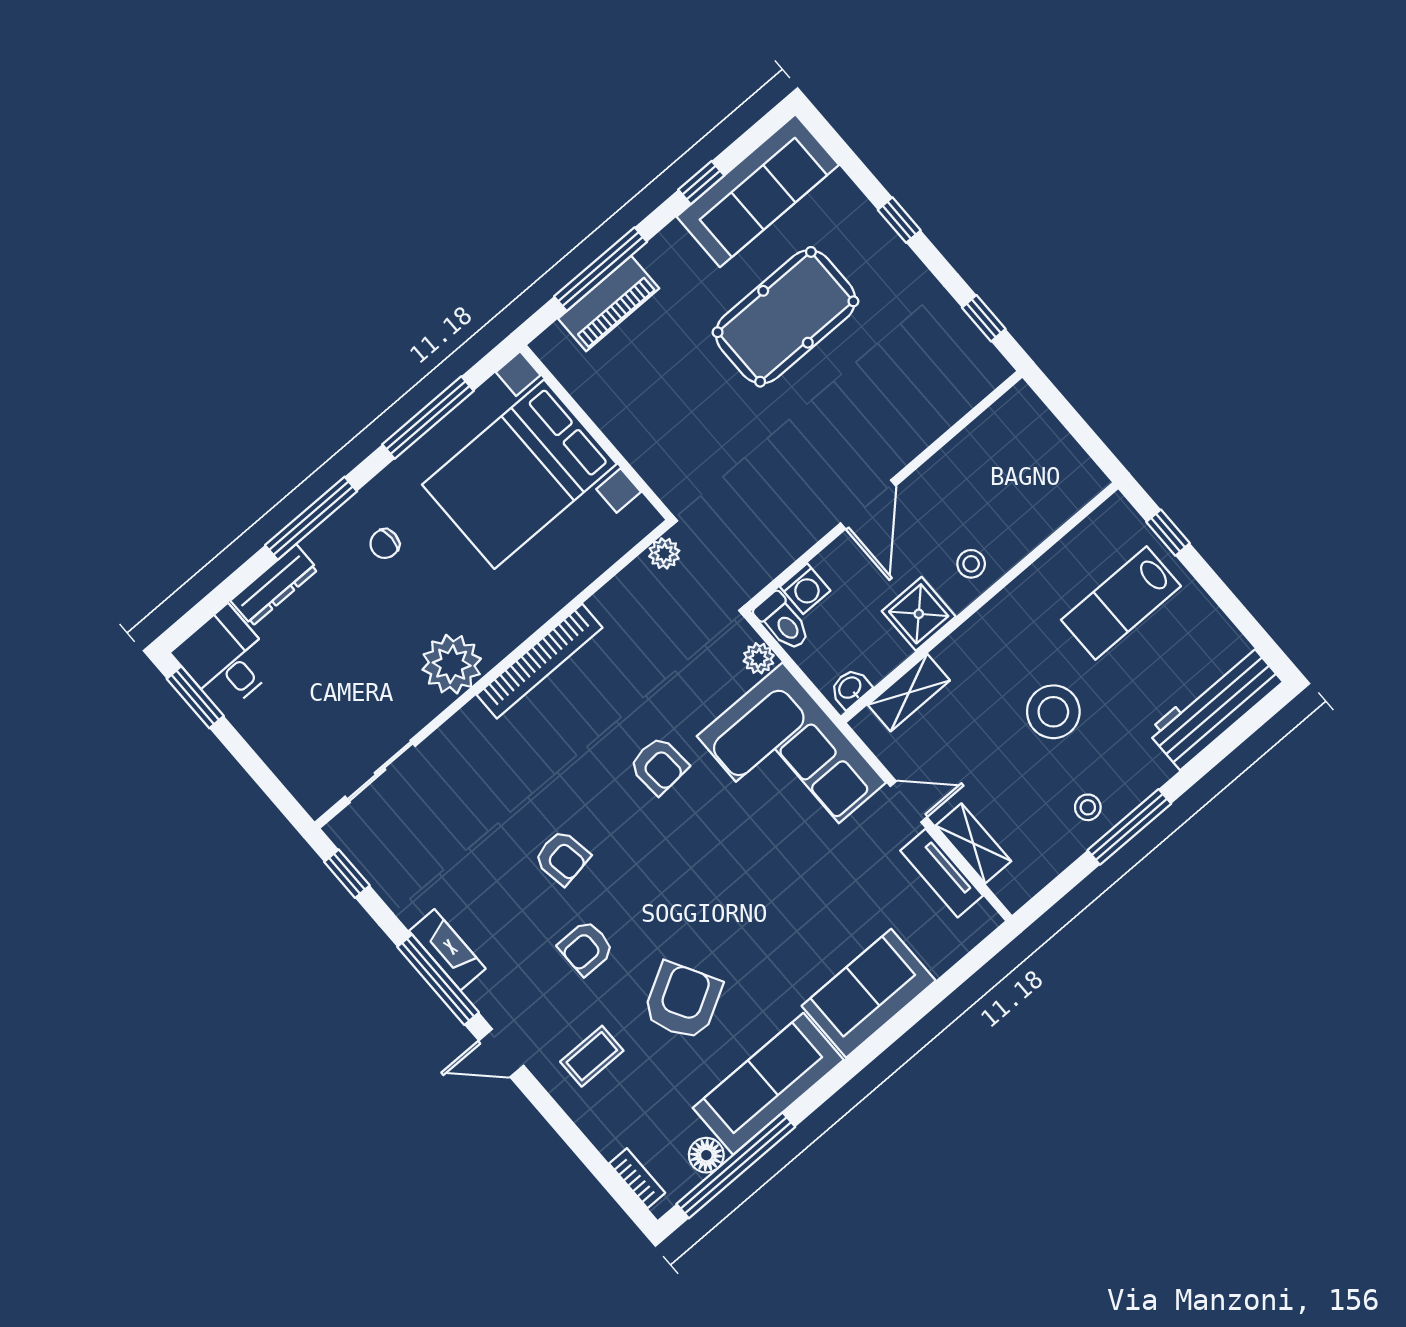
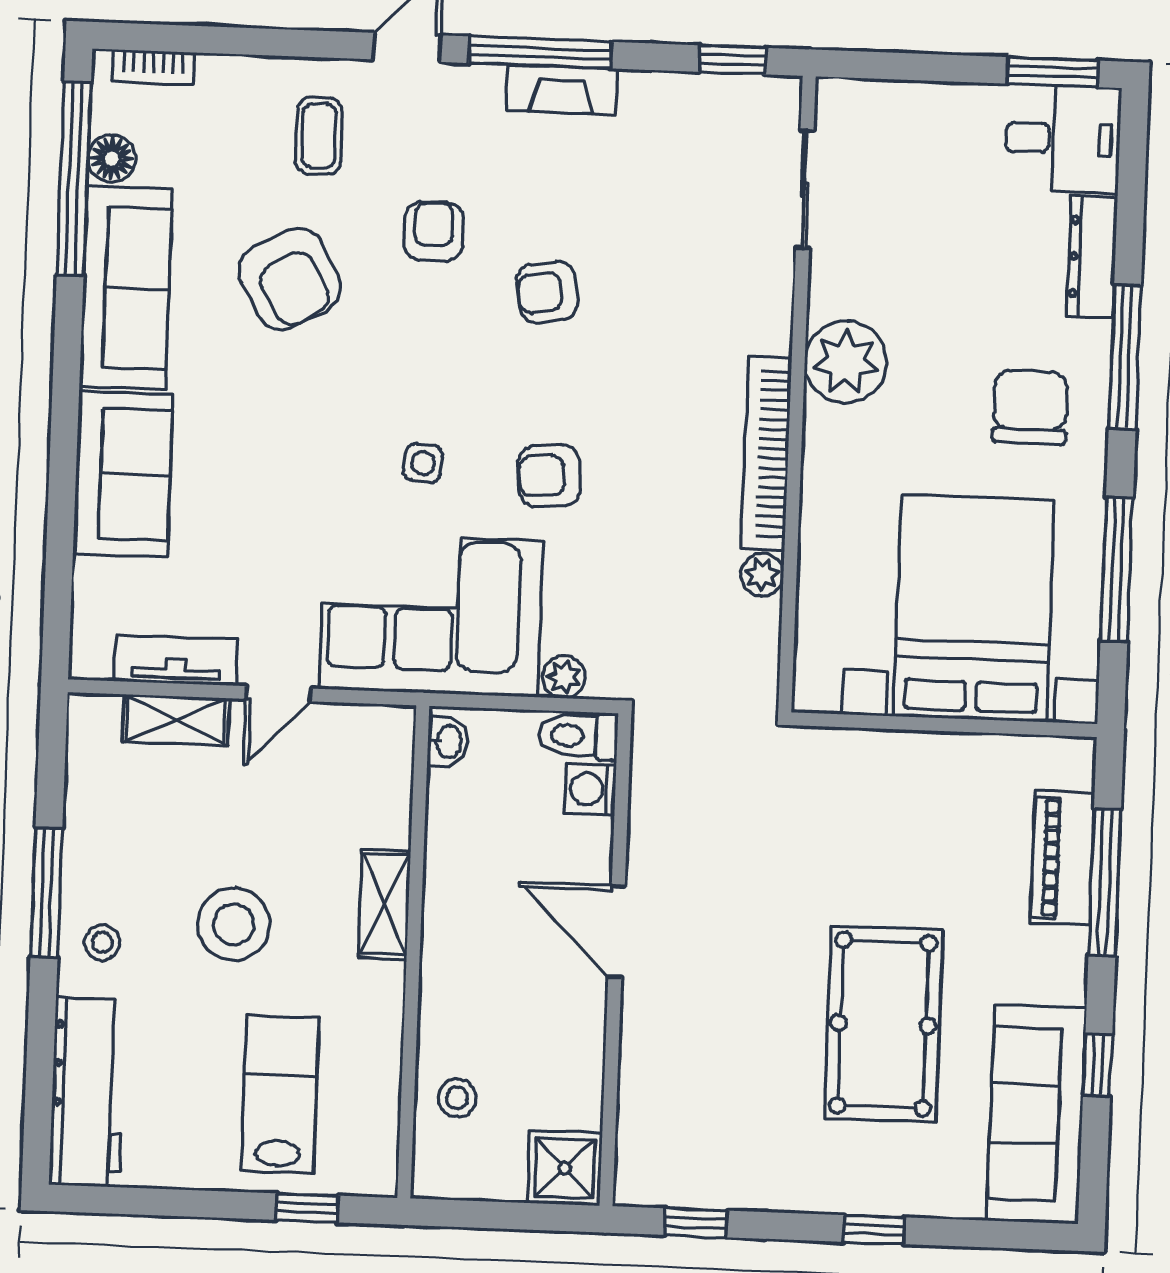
chair: (385, 544) -> (1030, 407), width x1.87, depth x1.87
plant: (664, 553) -> (762, 575), moved
stool: (971, 564) -> (457, 1098), moved
shower: (919, 614) -> (565, 1168), moved
shelving: (909, 693) -> (384, 904), moved
stool: (1088, 807) -> (102, 942), moved
side table: (714, 839) -> (423, 463), added

